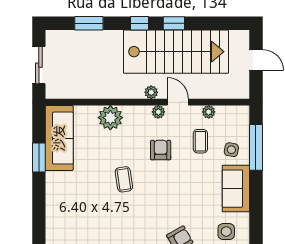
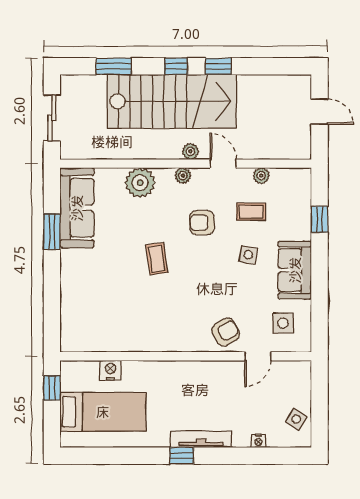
stairs: (176, 52) -> (172, 101), moved
plant: (158, 112) -> (183, 176), moved
coffee table: (200, 141) -> (251, 212), turned 90
window: (256, 147) -> (320, 219), width x0.46
armchair: (161, 150) -> (202, 223), turned -90
side table: (231, 150) -> (248, 255), moved

